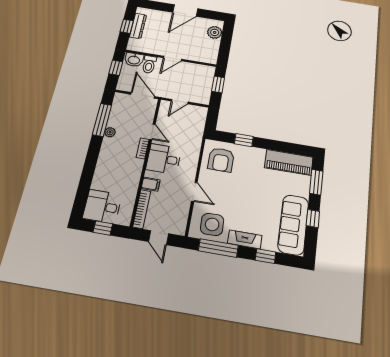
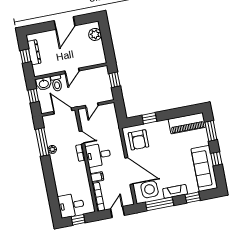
door: (194, 192) -> (129, 171), width x1.87
door: (158, 238) -> (117, 212), swing flipped

